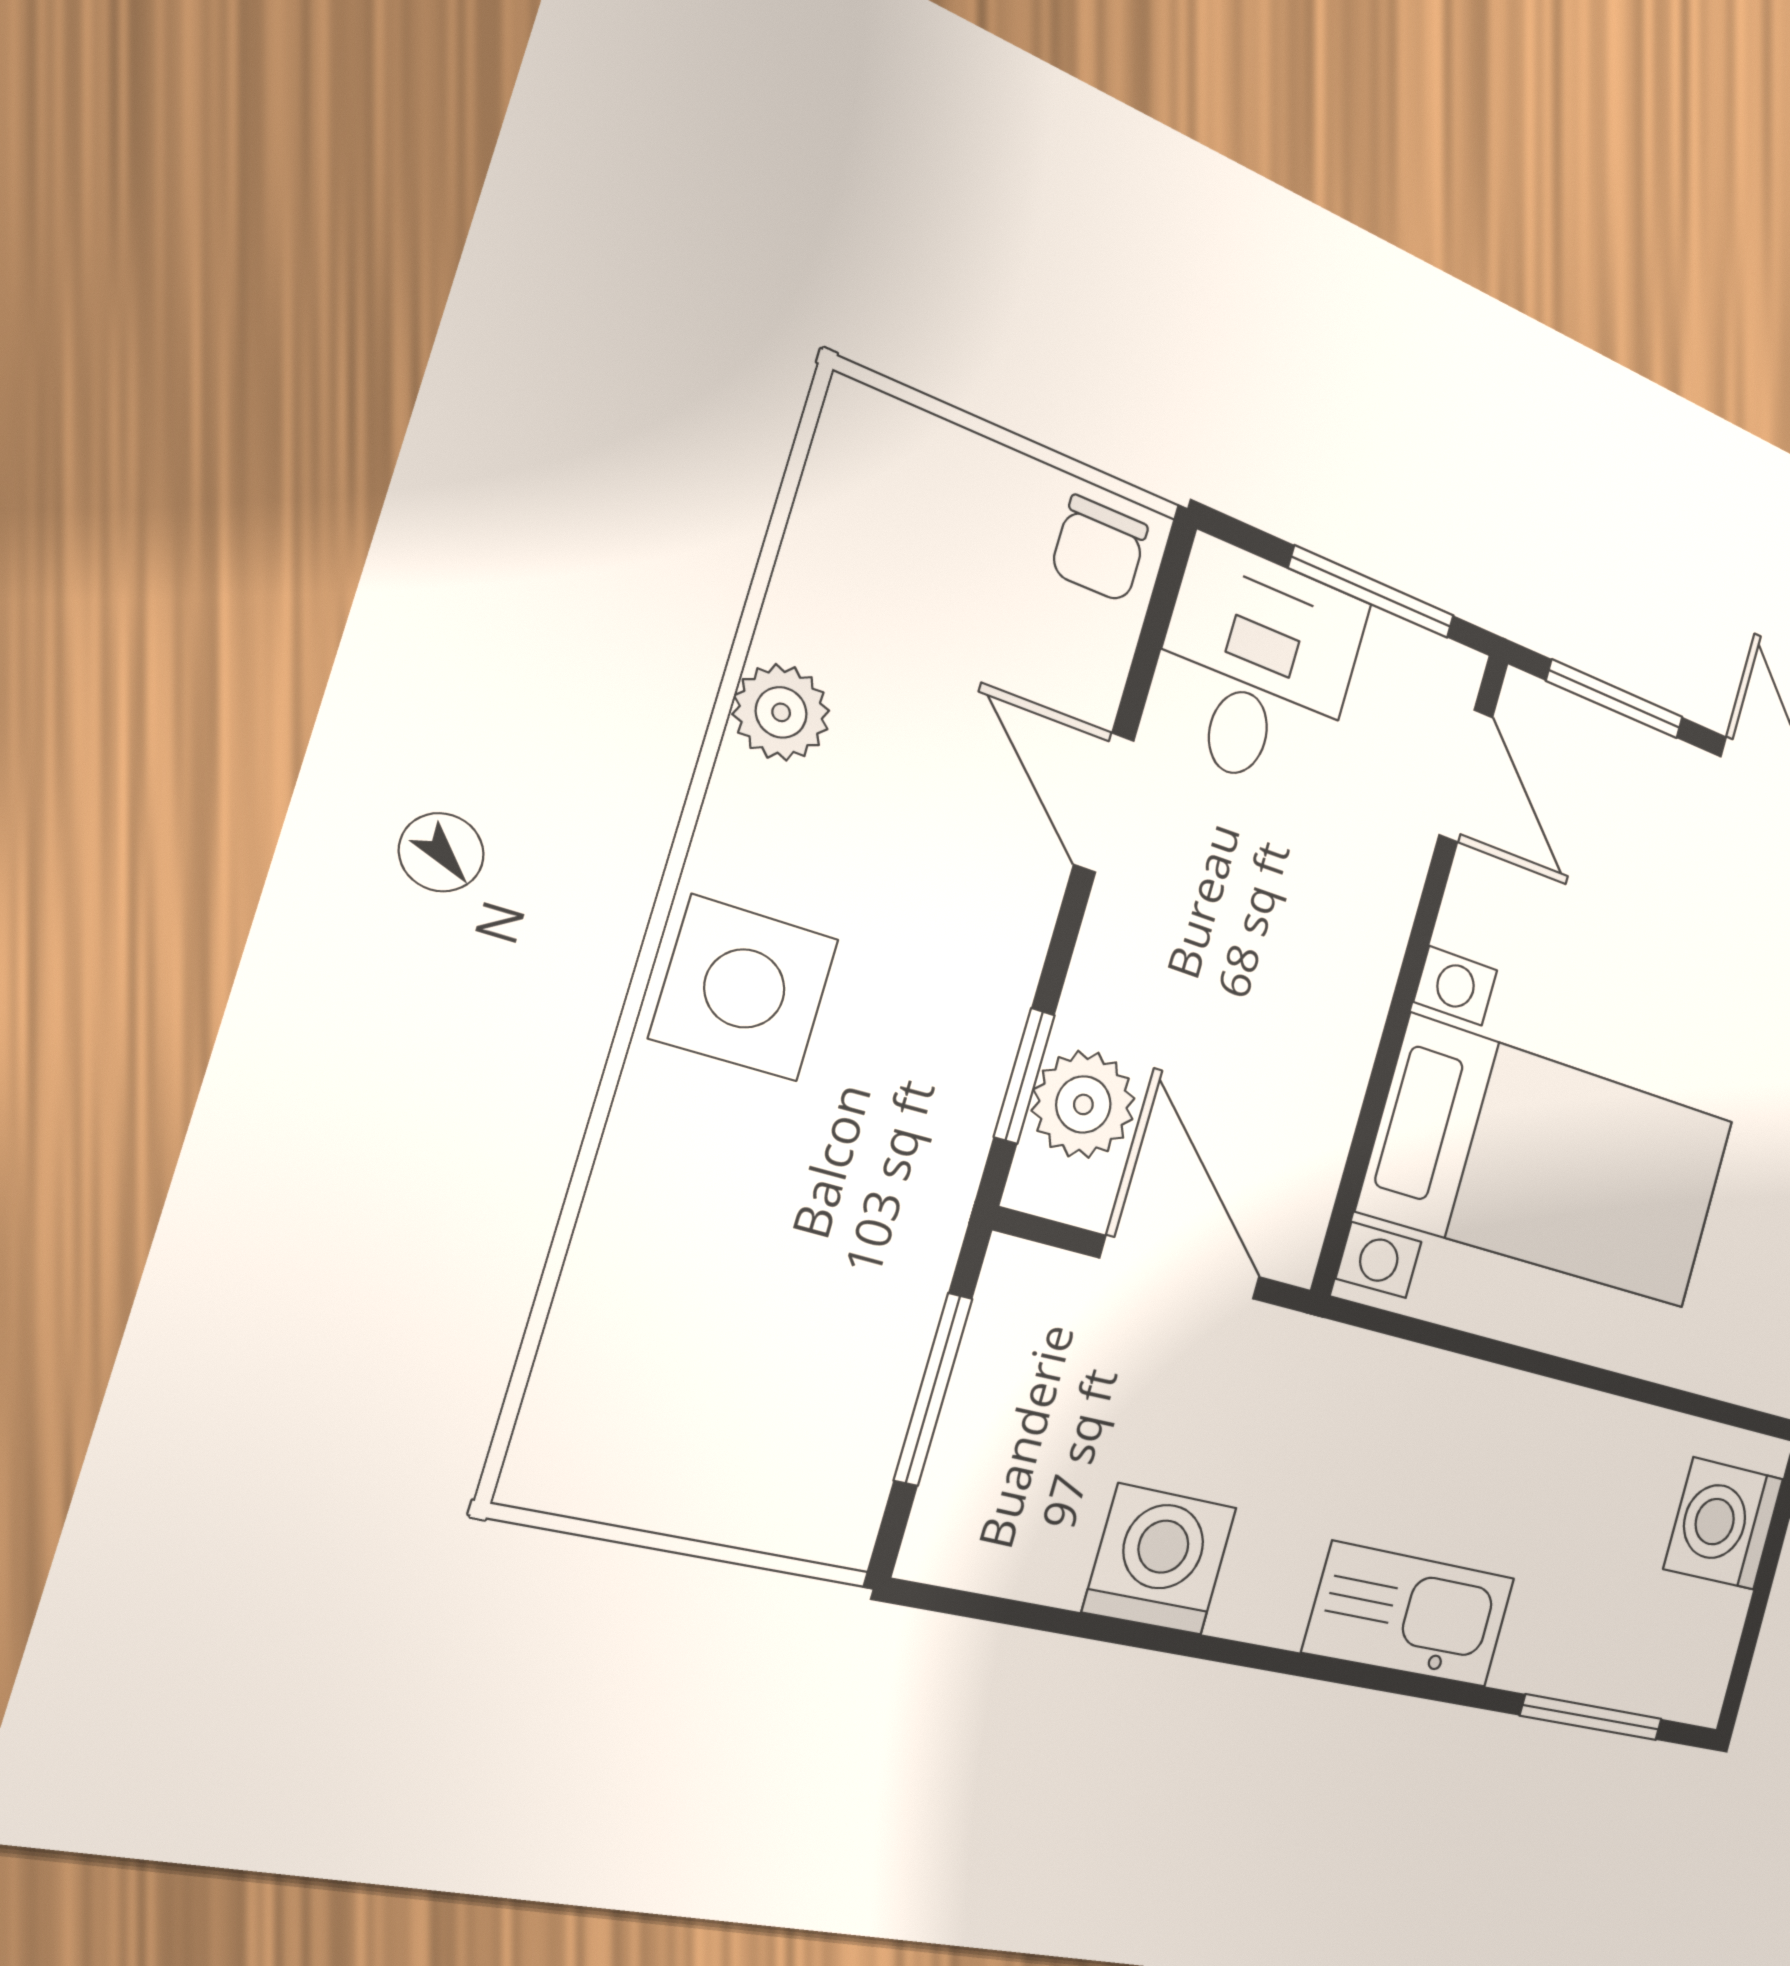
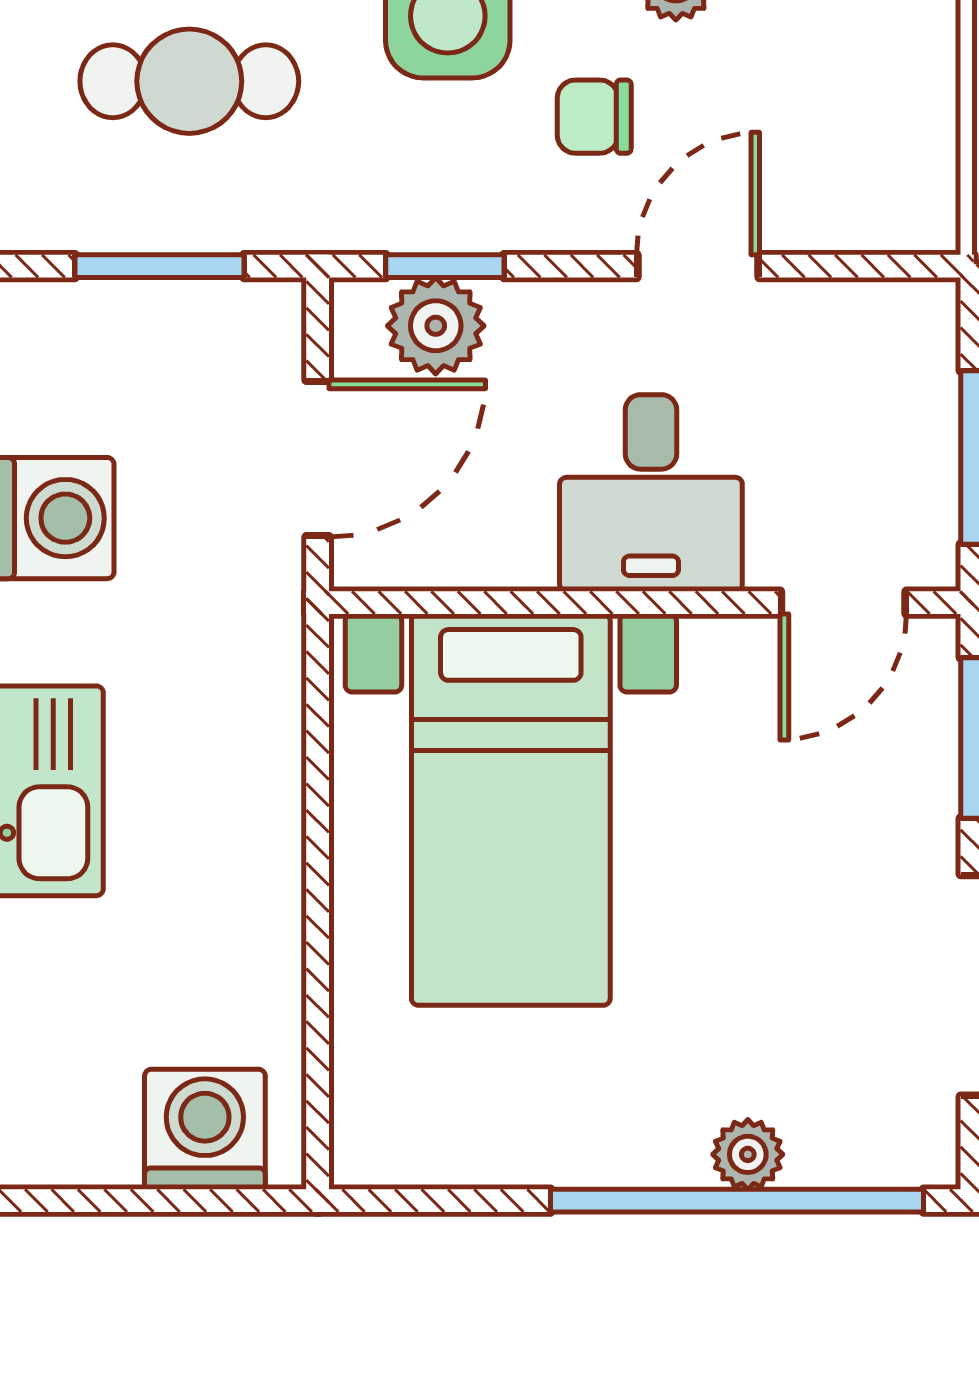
chair: (1099, 549) -> (594, 117), moved
desk: (1256, 669) -> (651, 493), moved, turned 90
cafe table: (733, 1307) -> (189, 81), added

